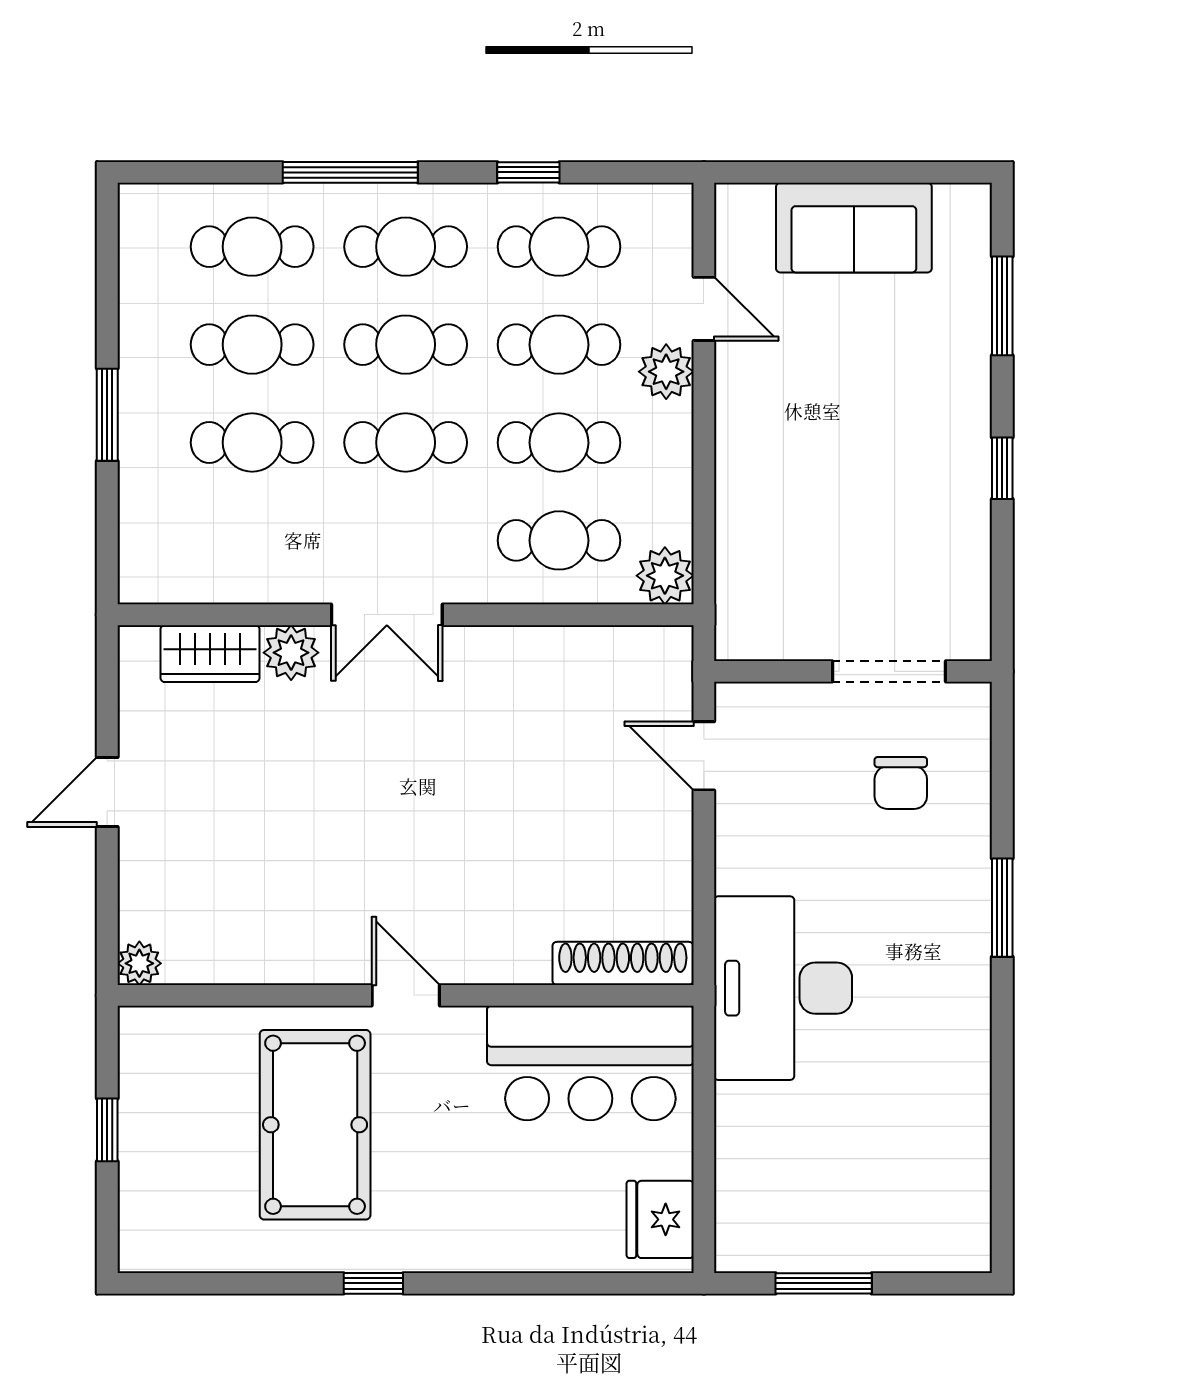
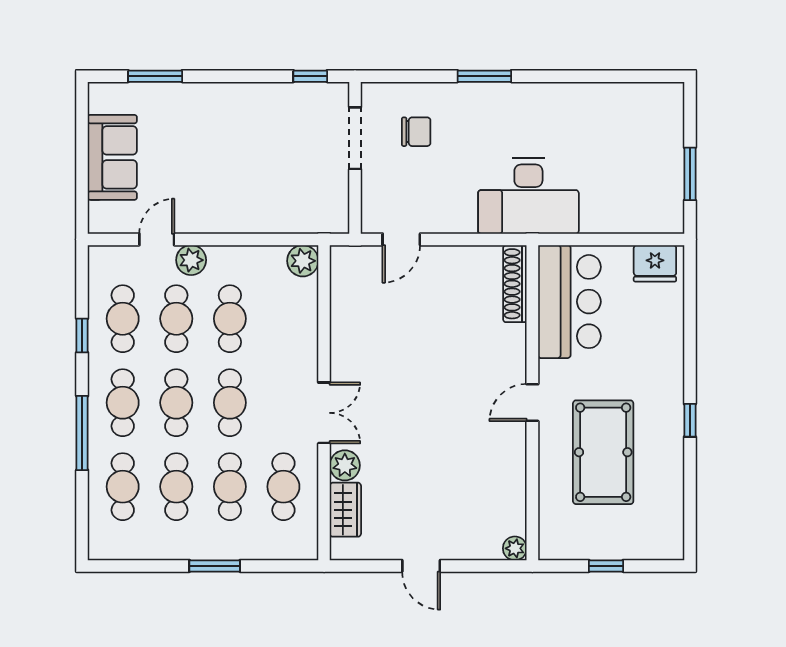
window: (1002, 468) -> (310, 76), moved
cafe table: (559, 540) -> (283, 487), moved
pool table: (315, 1125) -> (603, 452), turned 90

